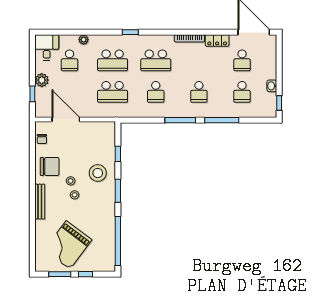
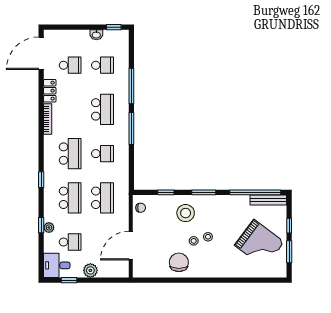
window: (86, 32) -> (41, 225), added
school desk: (199, 92) -> (102, 109), width x1.85
window: (32, 94) -> (69, 280), moved
chair: (42, 139) -> (141, 208), moved
bench: (40, 202) -> (268, 200), moved

